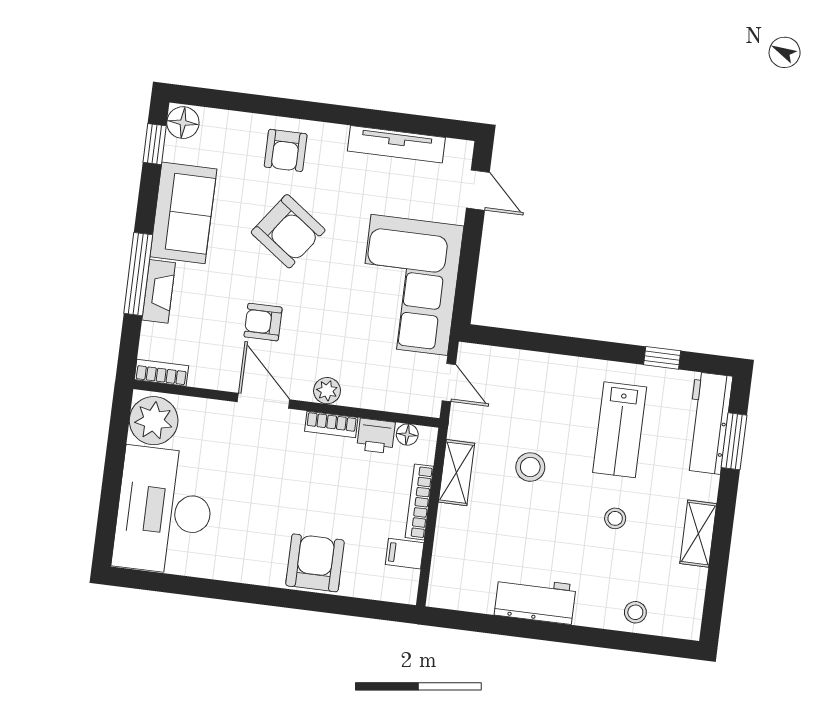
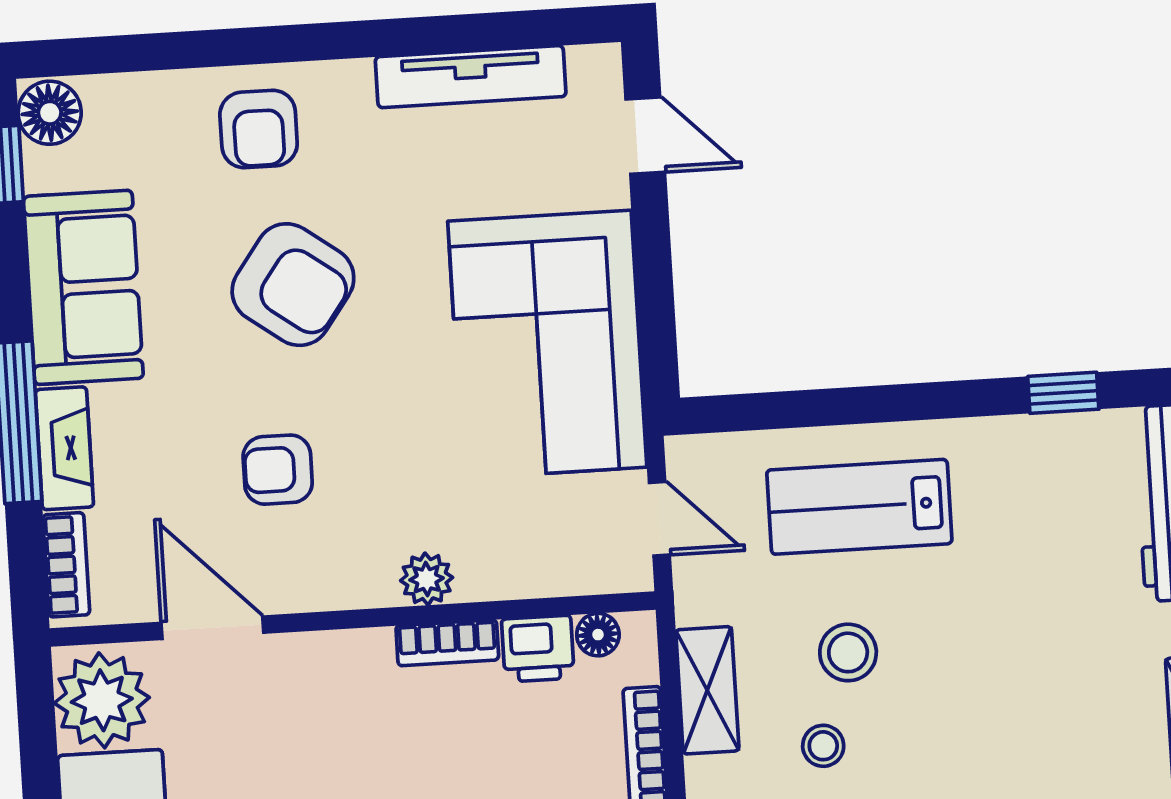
bookcase: (161, 373) -> (66, 565), moved, turned 90
door: (263, 401) -> (212, 628), moved
lab bench: (620, 430) -> (859, 507), moved, turned 90
stool: (615, 518) -> (823, 746), moved

